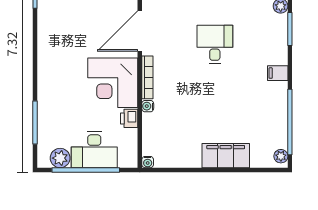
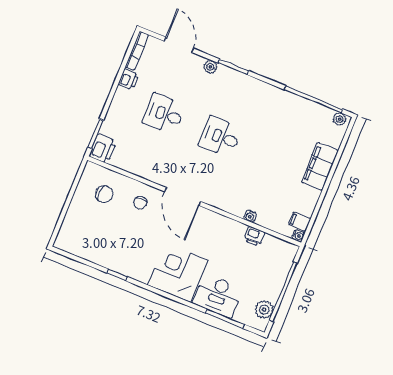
filing cabinet: (278, 73) -> (300, 222), moved, turned 90
bookcase: (147, 77) -> (225, 206), removed
corner desk: (113, 83) -> (178, 273), moved, turned 180
desk: (94, 150) -> (218, 296), moved, turned 90

